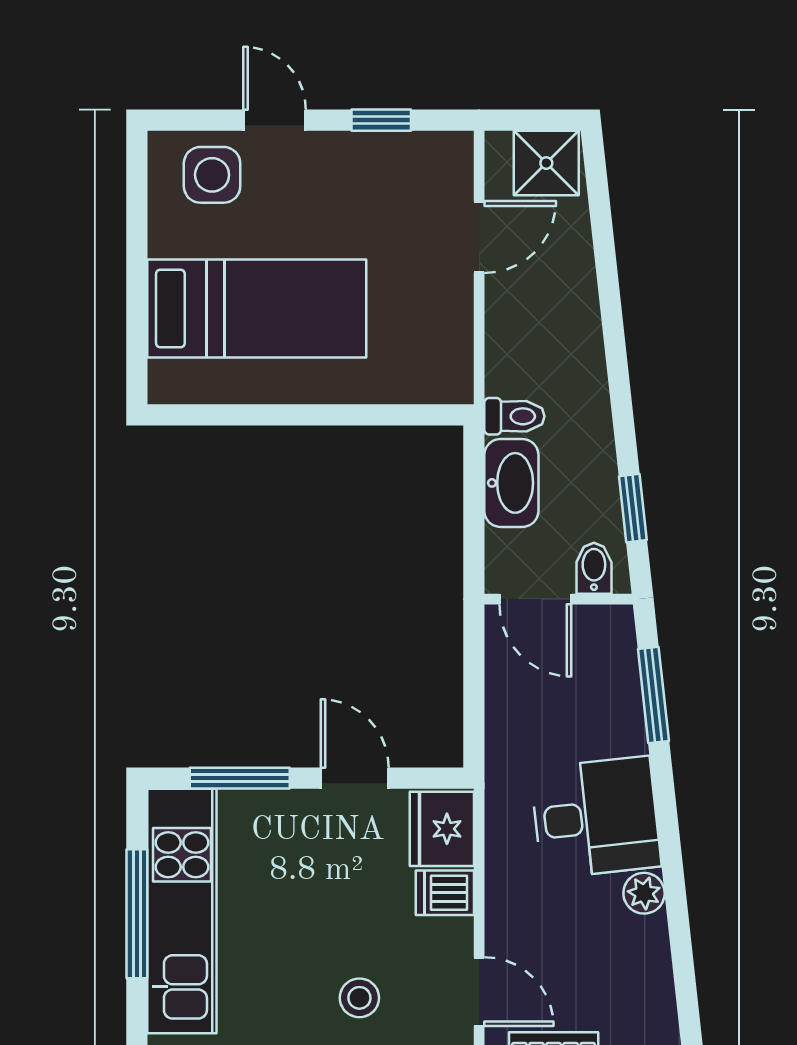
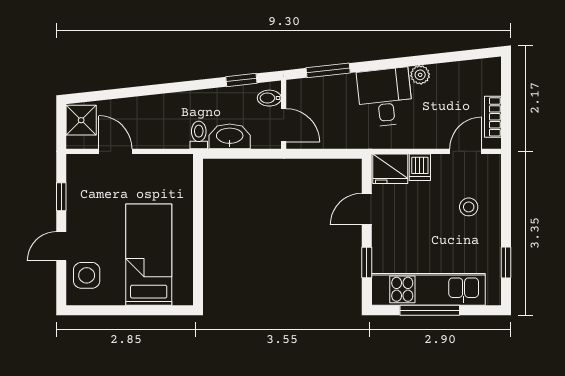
door: (535, 599) -> (284, 125), hinge flipped
window: (240, 778) -> (367, 263), width x0.67

